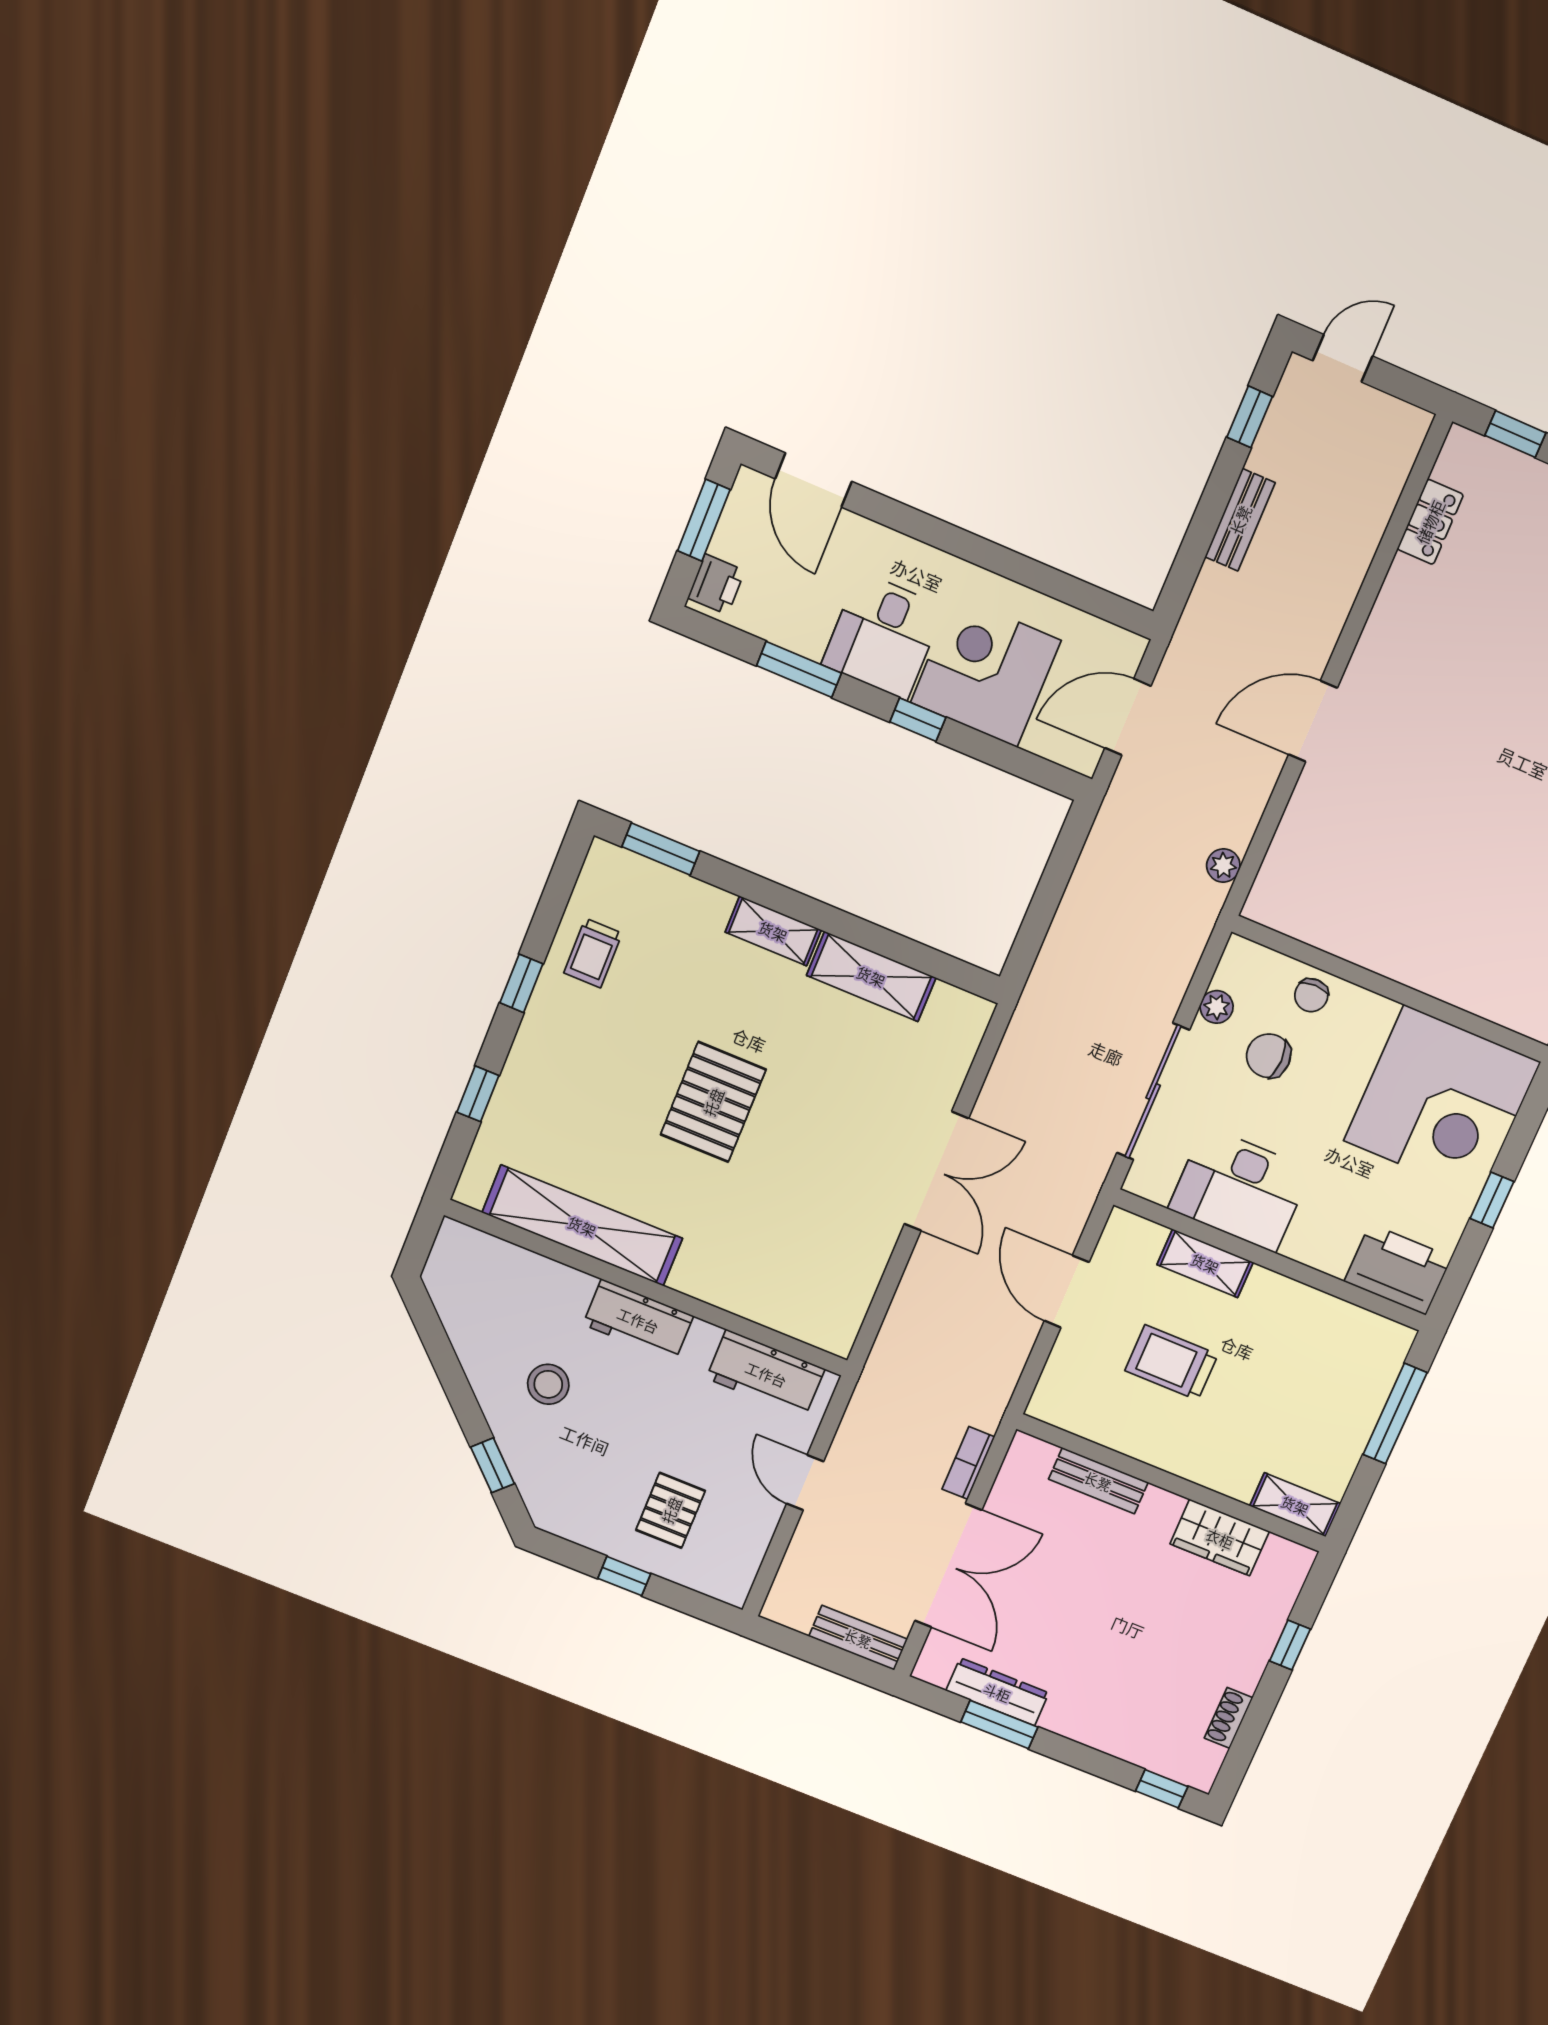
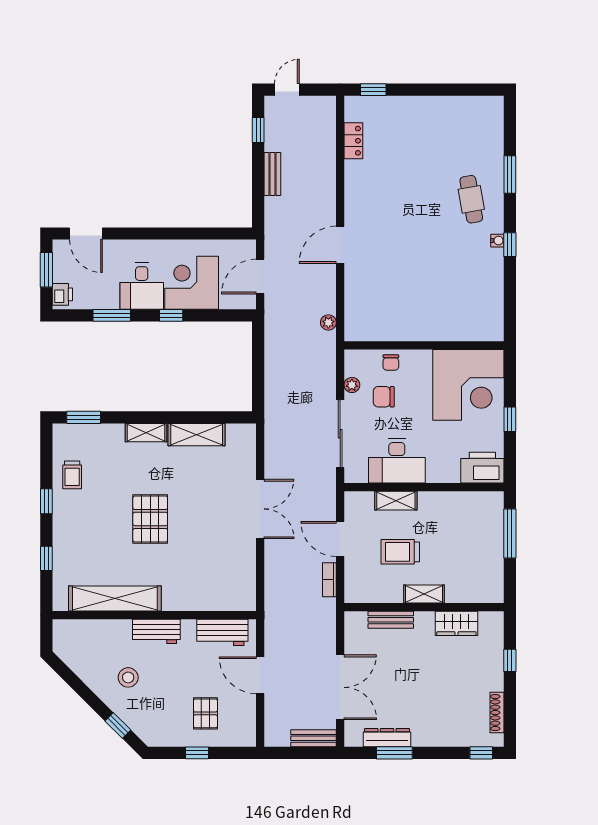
bookcase: (968, 1463) -> (329, 580), moved
door: (805, 1483) -> (260, 675), width x1.38
shelving: (1295, 1505) -> (424, 594), moved
shoe rack: (1228, 1718) -> (497, 713), width x1.43

